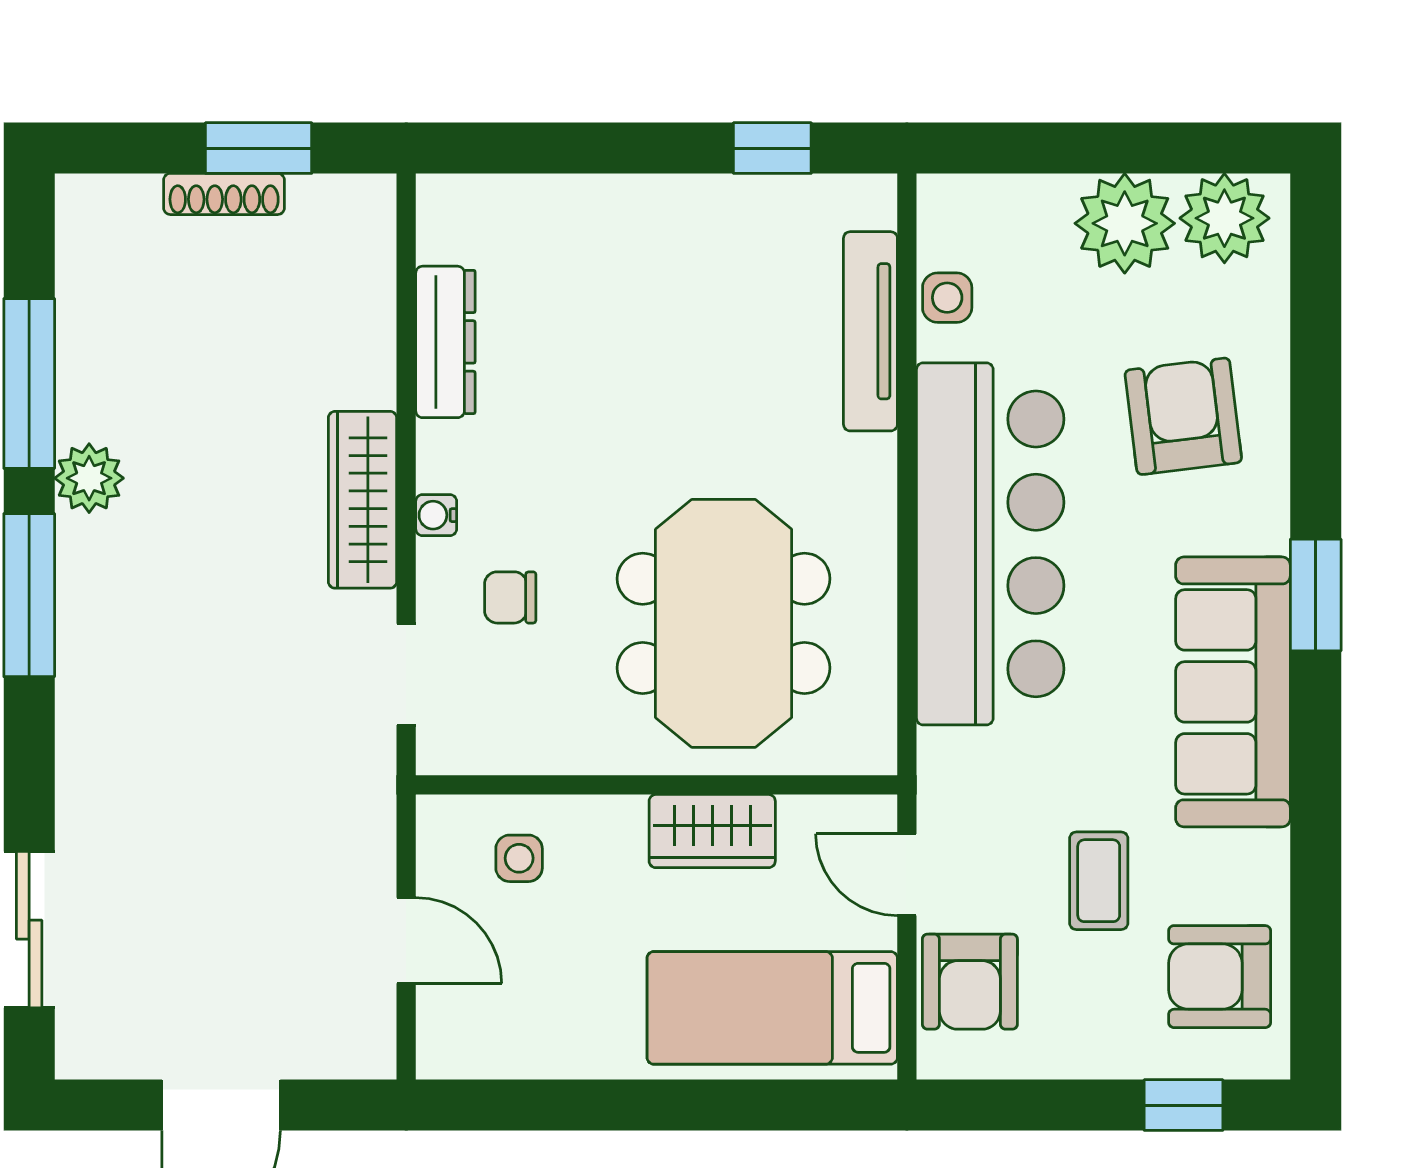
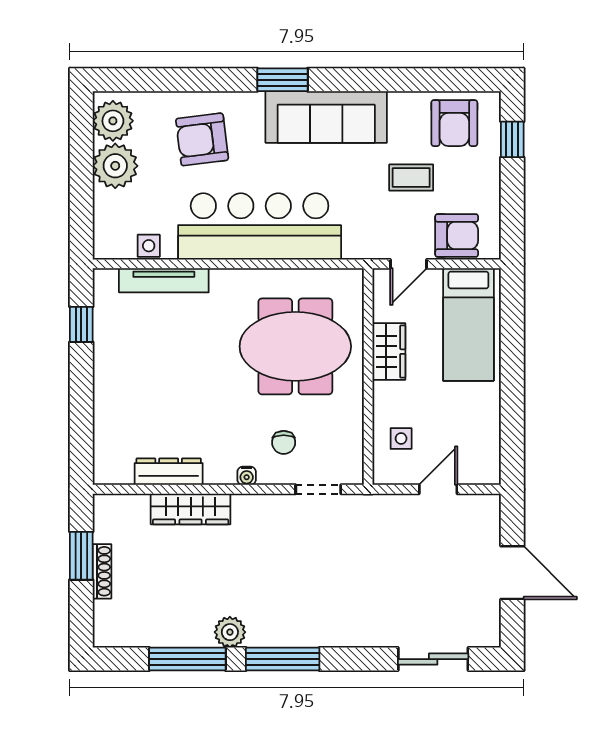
wardrobe: (363, 500) -> (191, 509), moved

